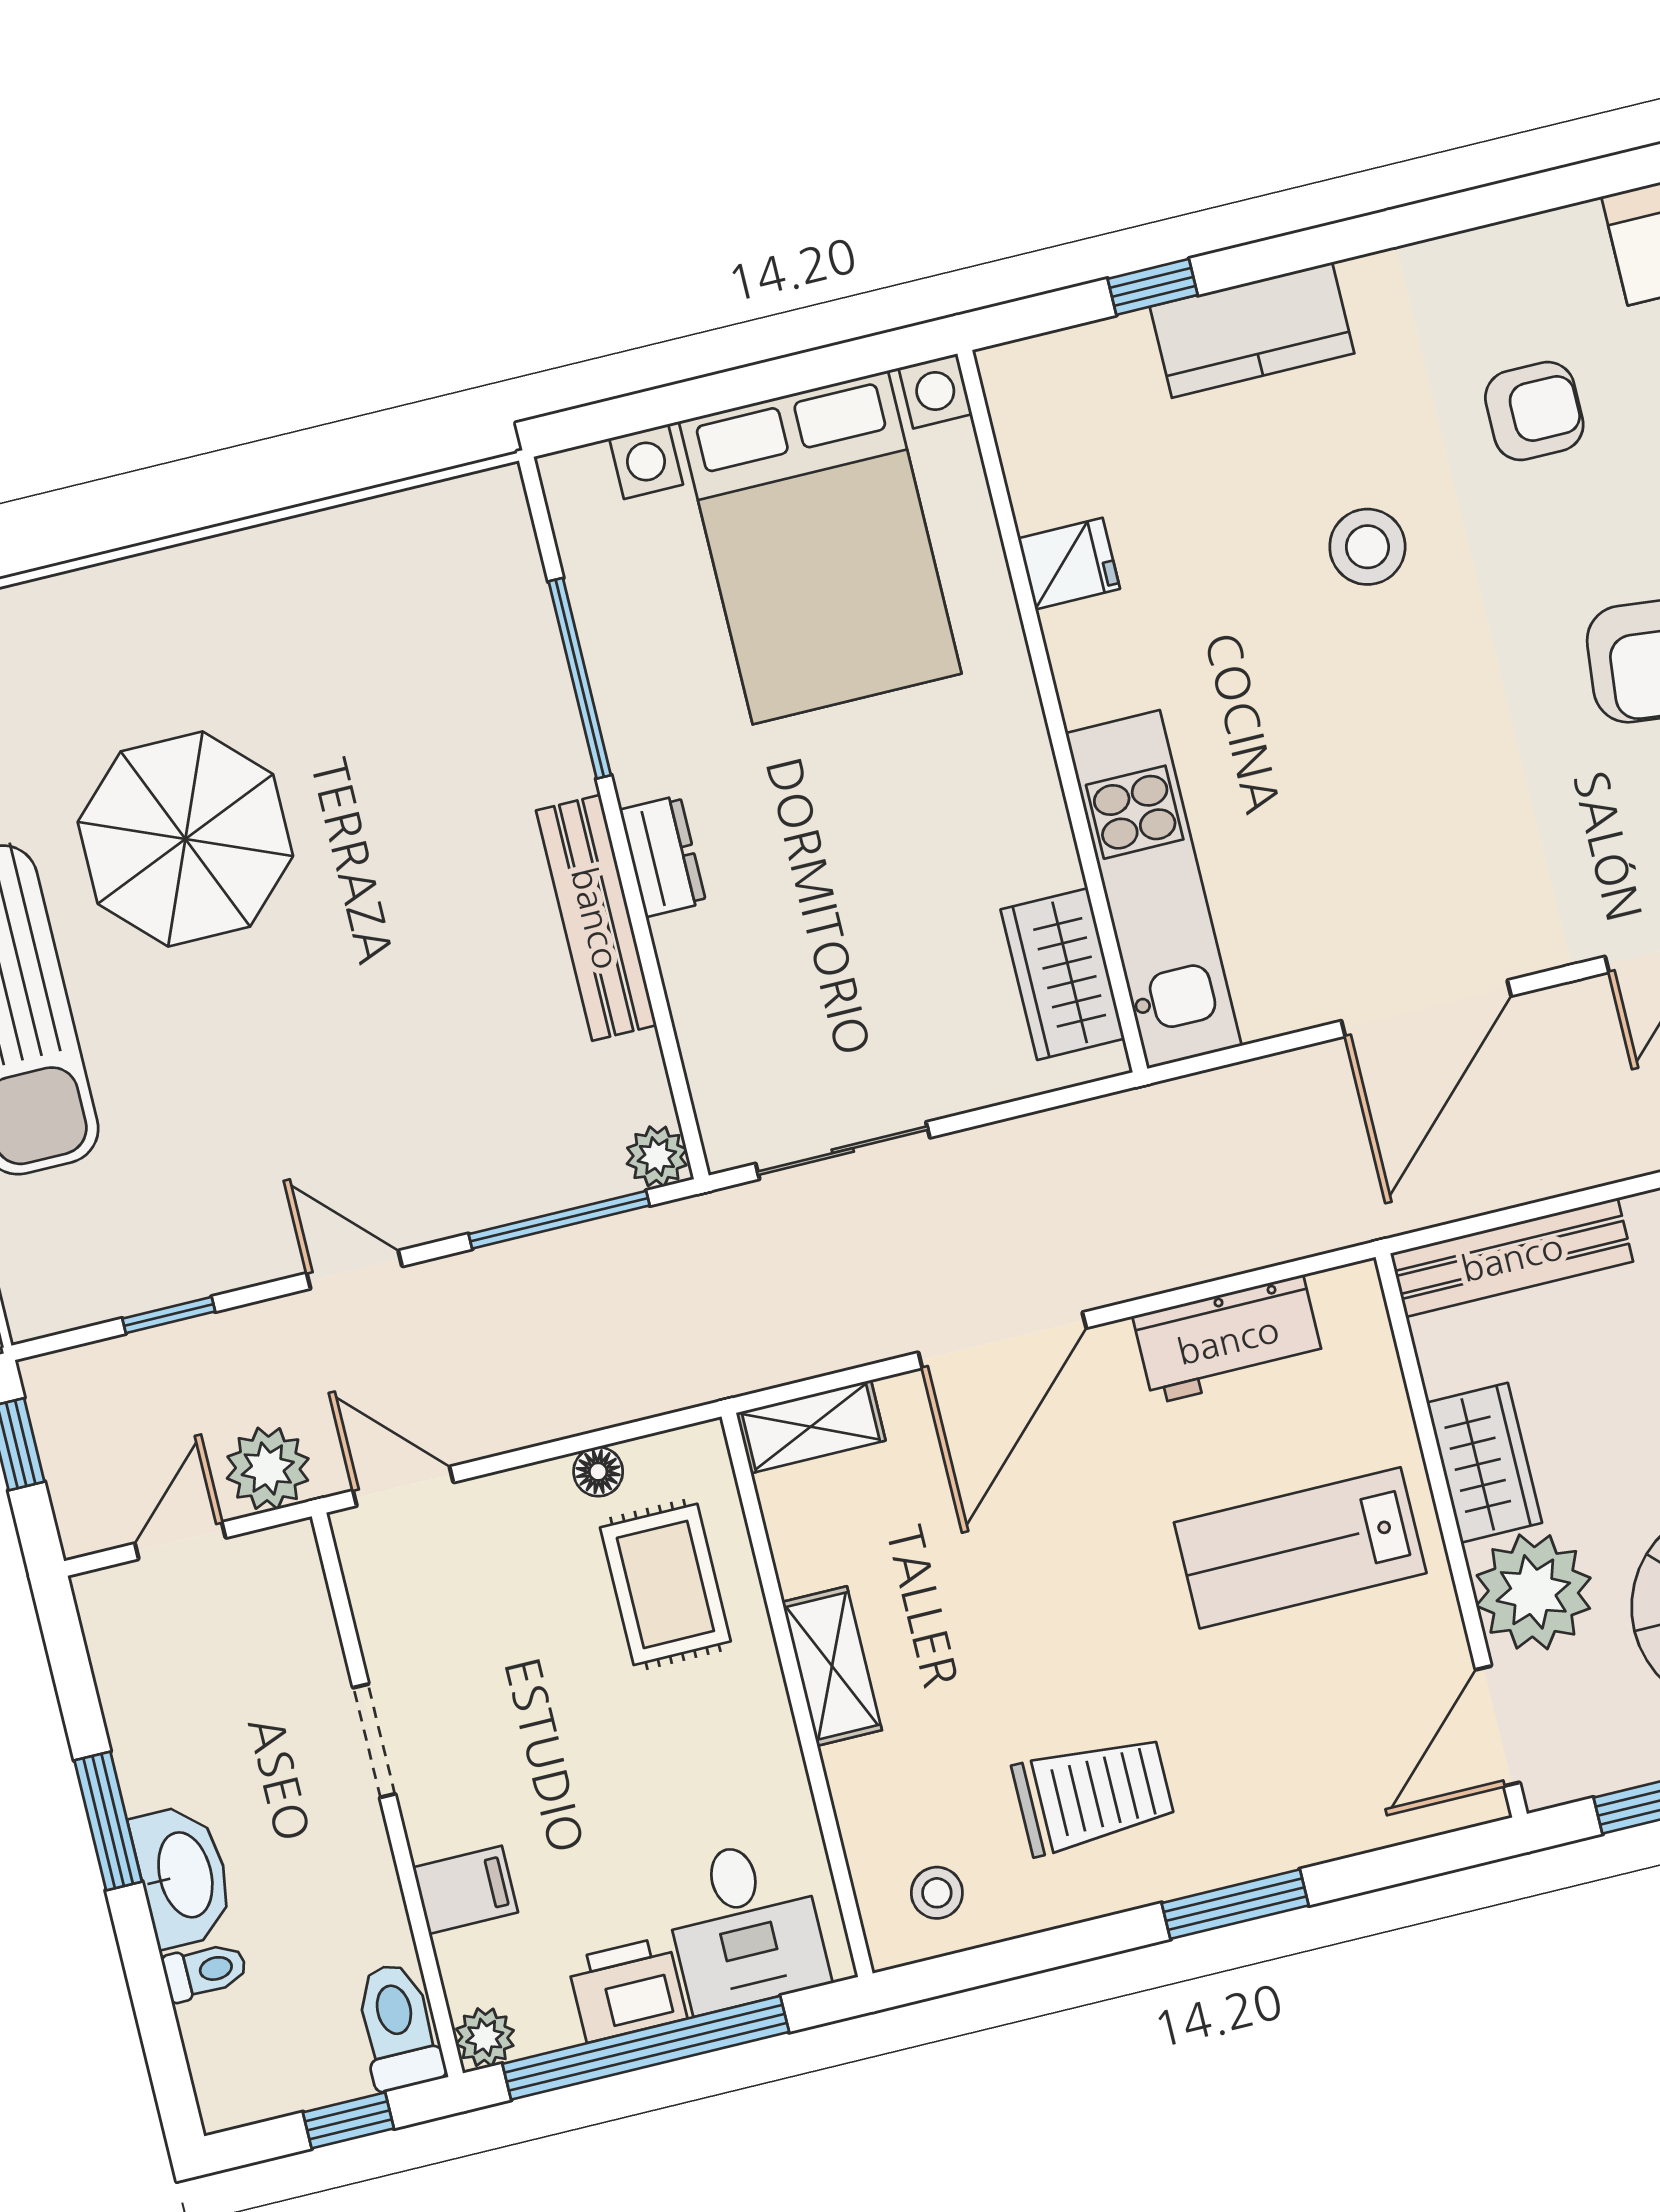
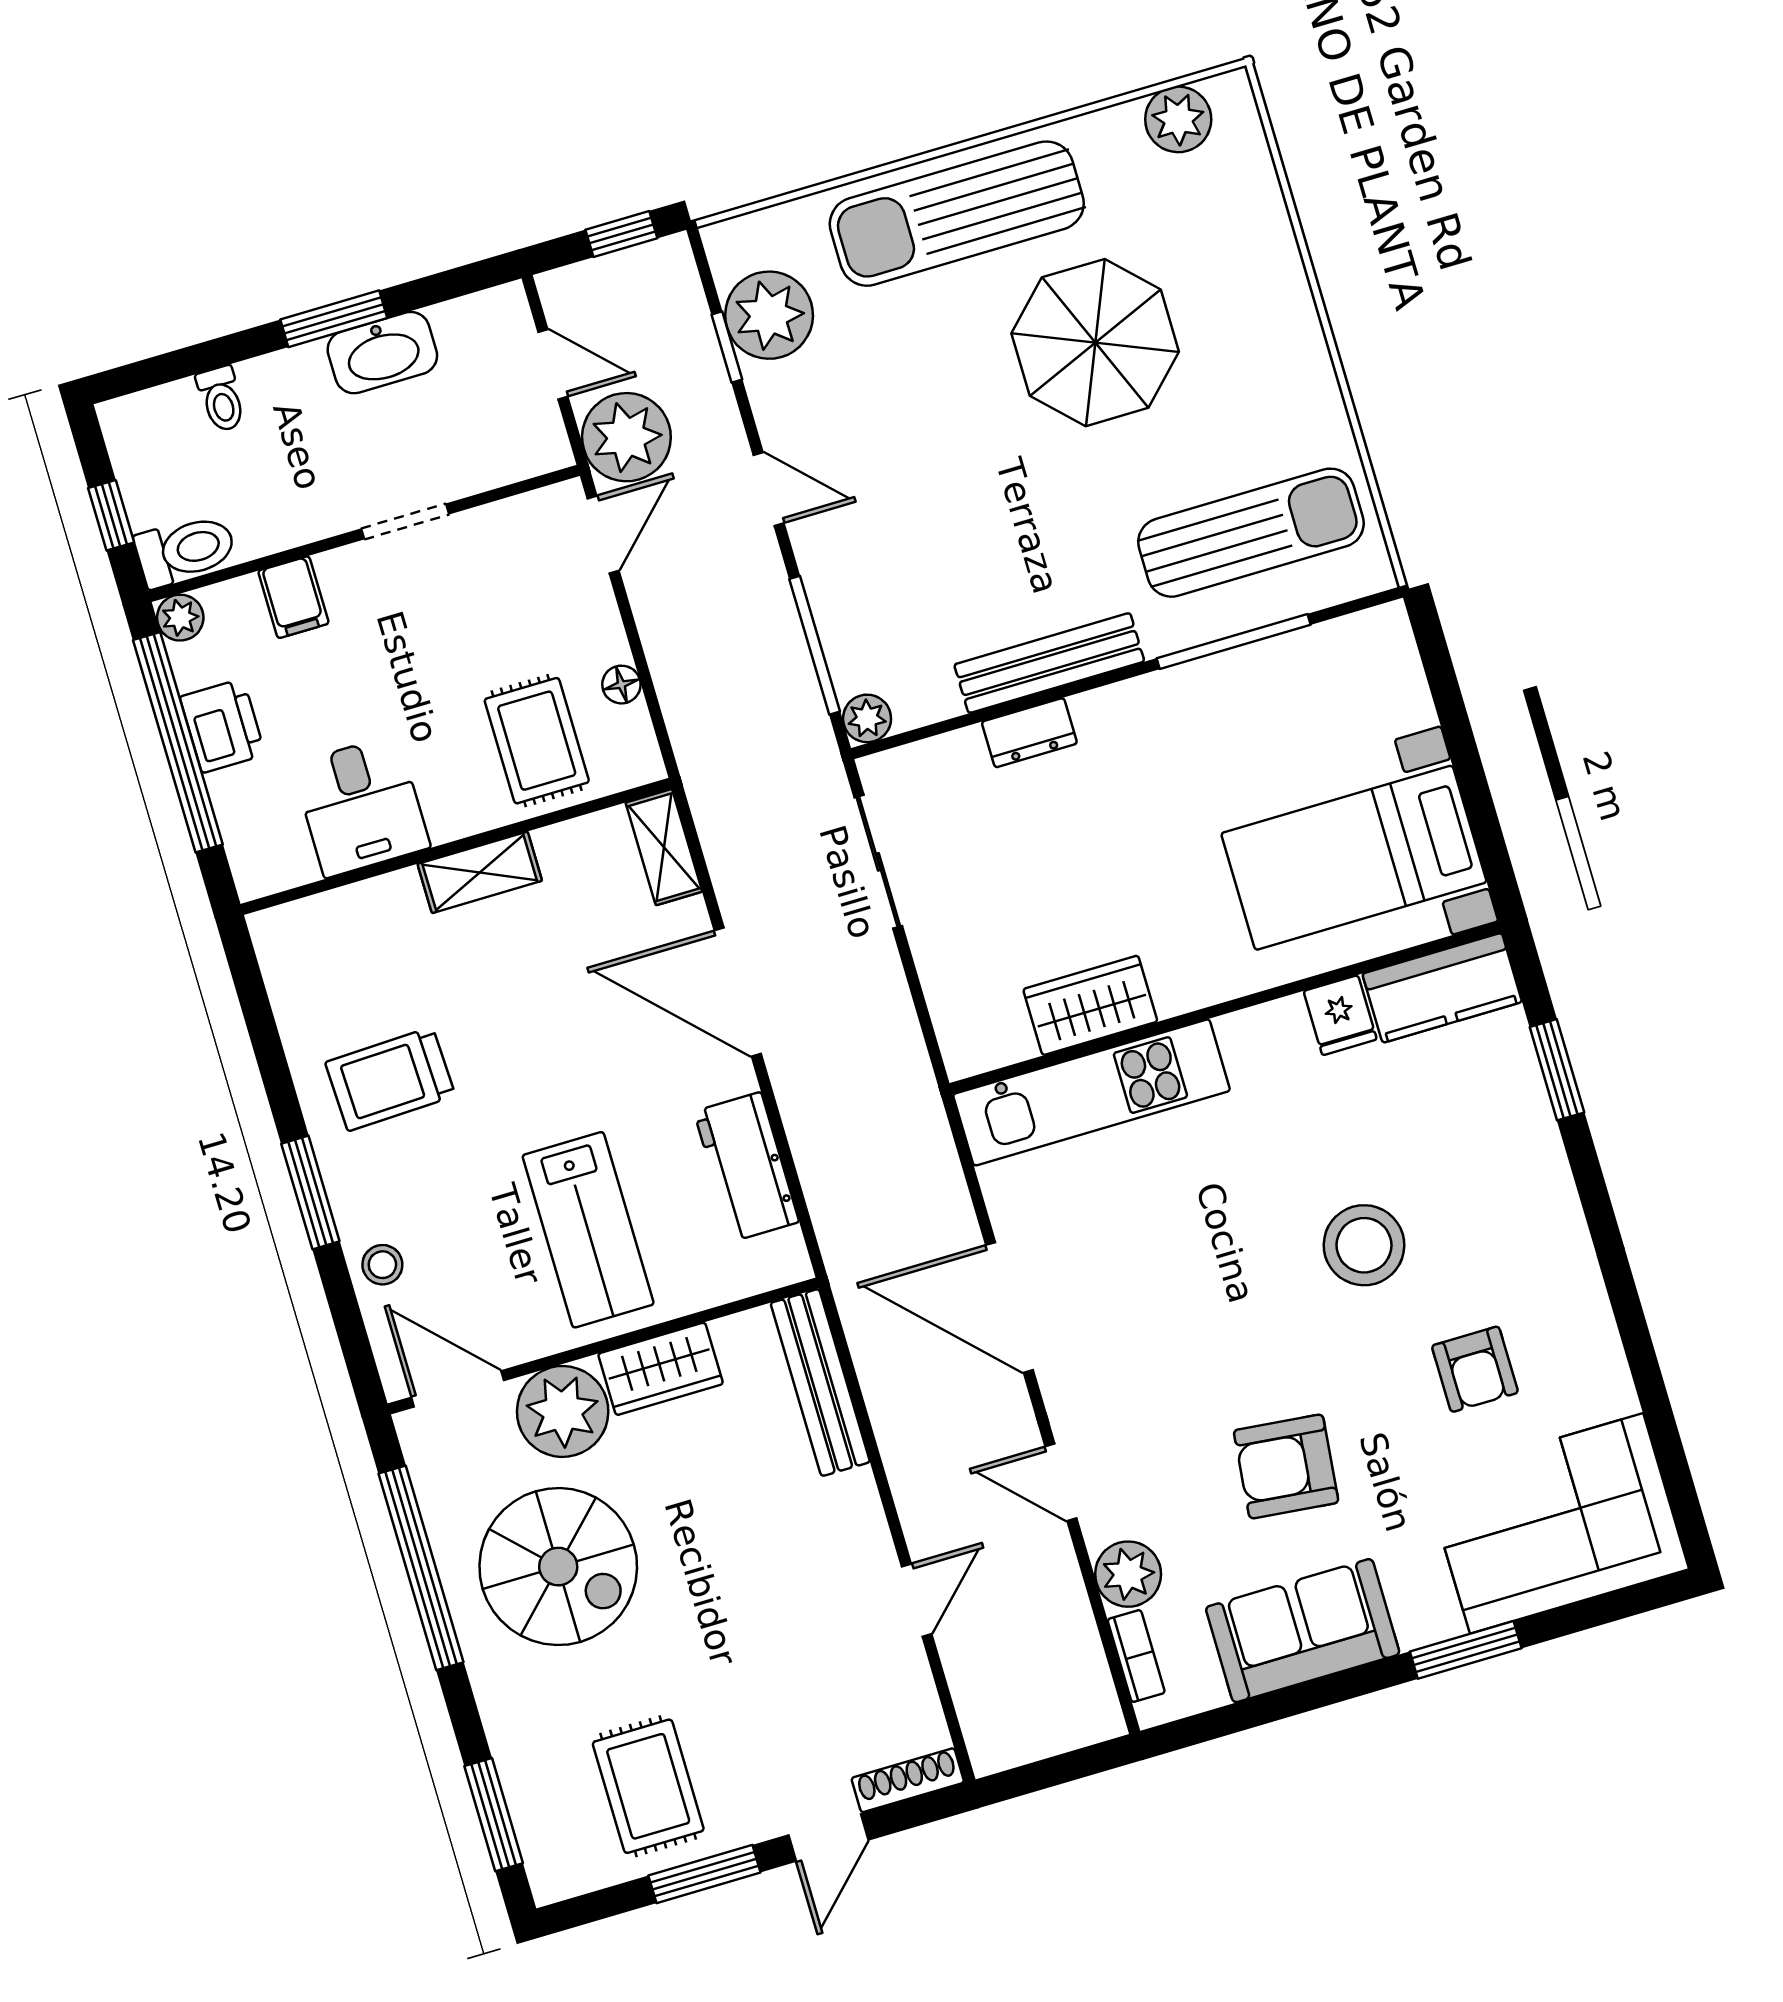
window: (1153, 287) -> (1557, 1070), width x1.50
kitchen counter: (1252, 330) -> (1442, 988), moved, turned -90
bed with nightstands: (820, 547) -> (1354, 858), width x0.73
stool: (1367, 547) -> (1364, 1245), width x1.38, depth x1.38
sun lounger: (440, 649) -> (1251, 533), added
dresser: (663, 856) -> (1029, 733), moved
wardrobe: (1063, 974) -> (1090, 1005), moved
plant: (130, 1258) -> (769, 315), added
door: (354, 1270) -> (769, 489), hinge flipped
plant: (268, 1468) -> (626, 437), width x1.36, depth x1.36
lab bench: (1300, 1548) -> (588, 1230), turned 180
rug: (665, 1584) -> (537, 741), turned 90
trolley: (1093, 1794) -> (390, 1079), turned 88
washbasin: (183, 1875) -> (382, 353), moved
stool: (937, 1893) -> (382, 1265), moved
desk: (745, 1925) -> (361, 806), moved, turned -90

